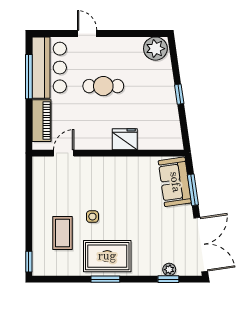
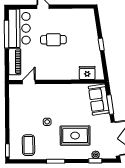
plant: (155, 49) -> (86, 16), removed
fridge: (125, 139) -> (87, 73), moved
coffee table: (63, 233) -> (28, 145), moved
rug: (107, 256) -> (75, 136), moved

